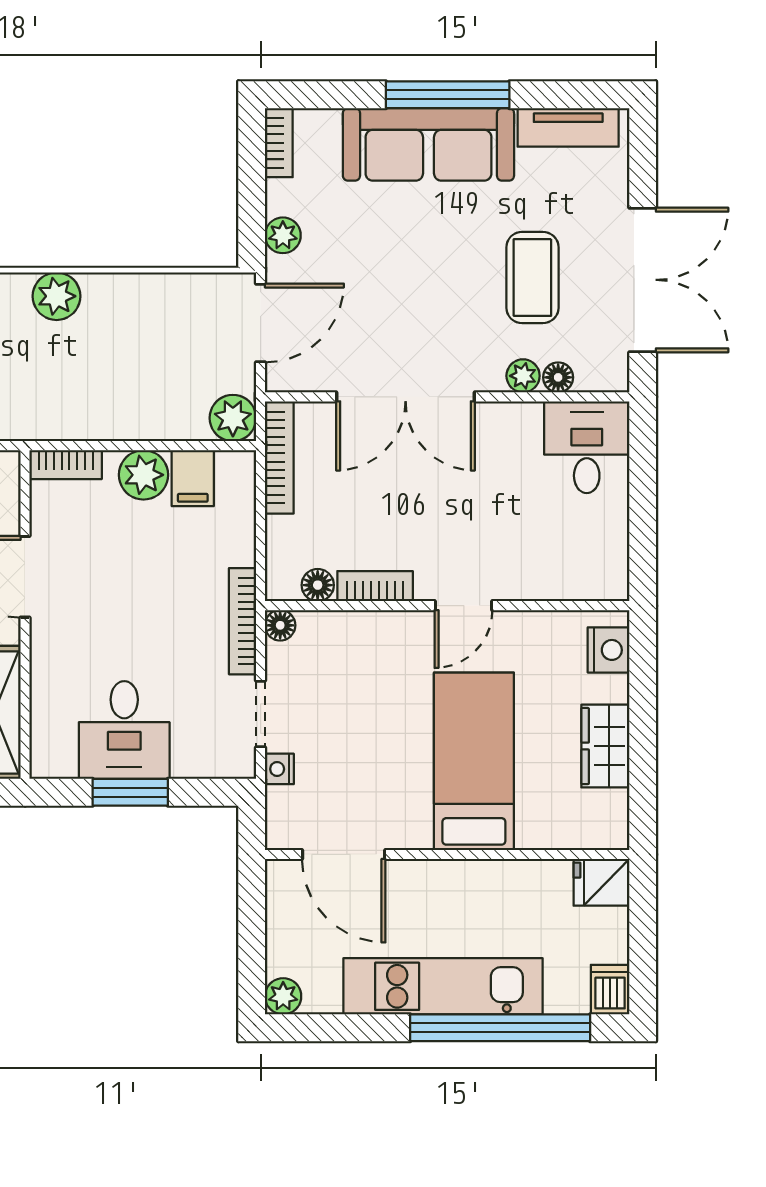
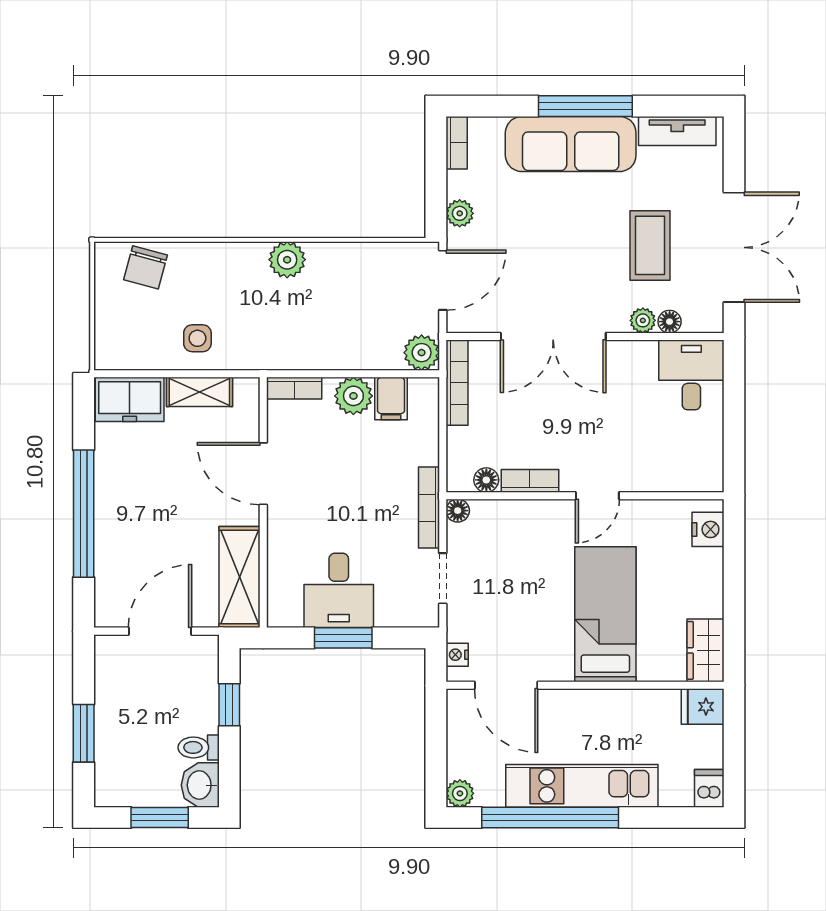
wardrobe: (605, 746) -> (706, 650), moved
nightstand: (279, 769) -> (457, 655), moved
window: (500, 1028) -> (550, 817), moved

